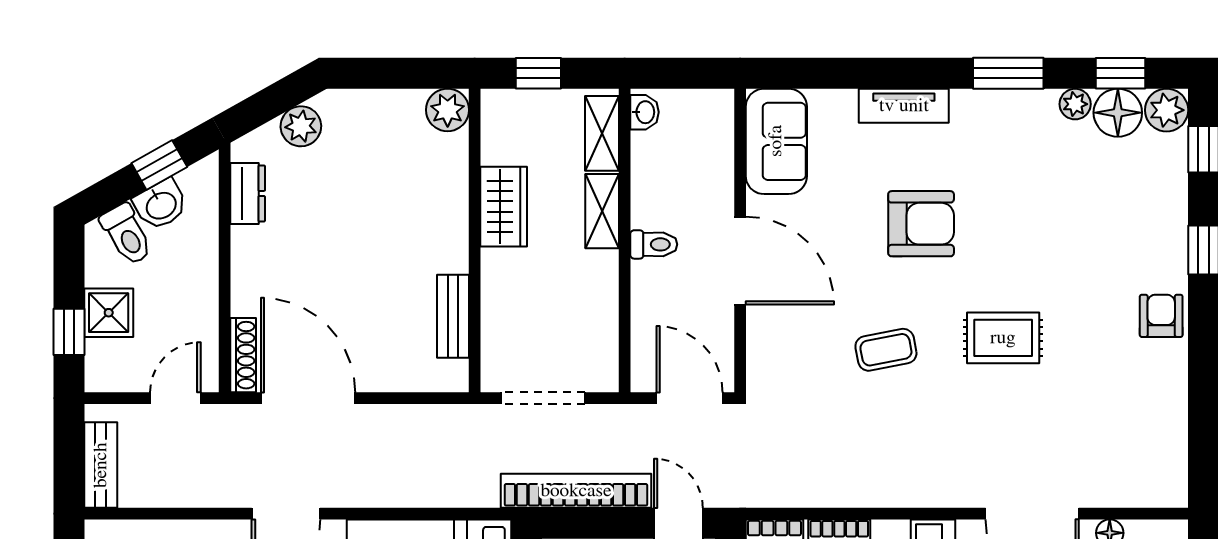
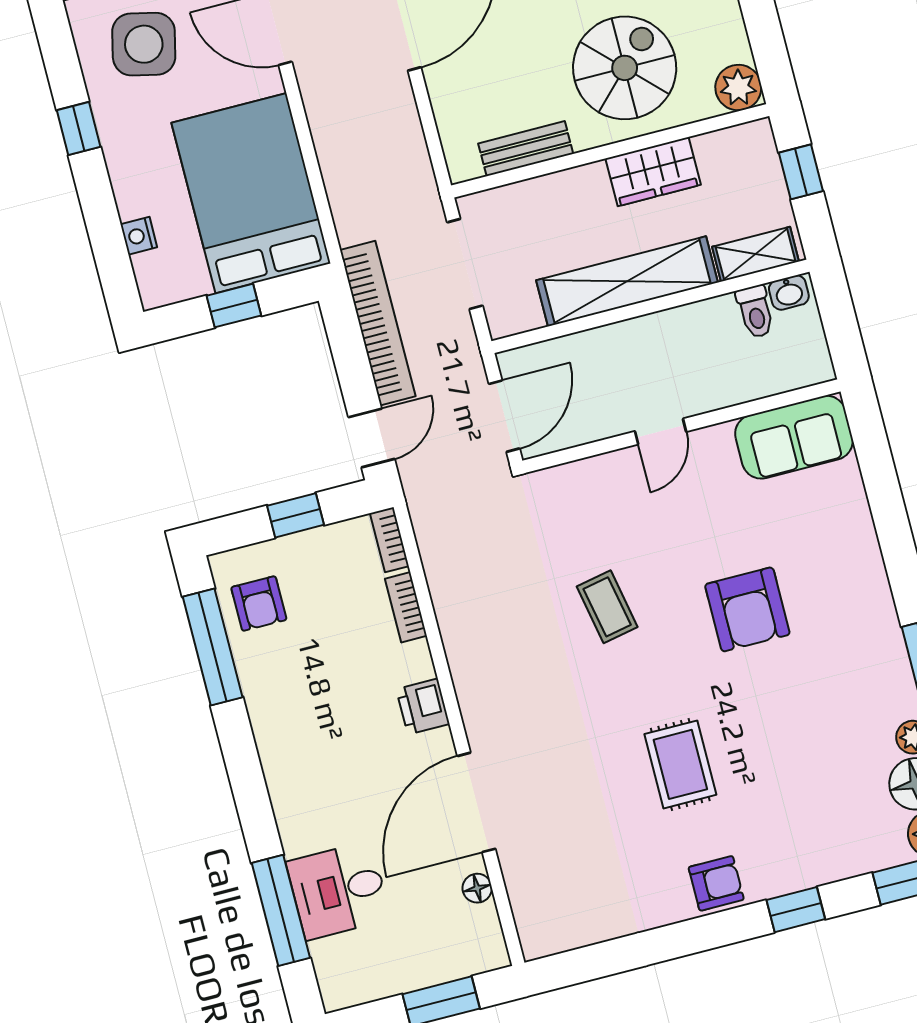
tv unit: (904, 106) -> (865, 560), removed
spiral stairs: (403, 208) -> (625, 68), added
shelving: (602, 211) -> (627, 281), width x2.20, depth x1.33
toilet: (654, 244) -> (755, 312), moved
door: (740, 261) -> (661, 432), width x0.53
rug: (1003, 338) -> (680, 764), moved

